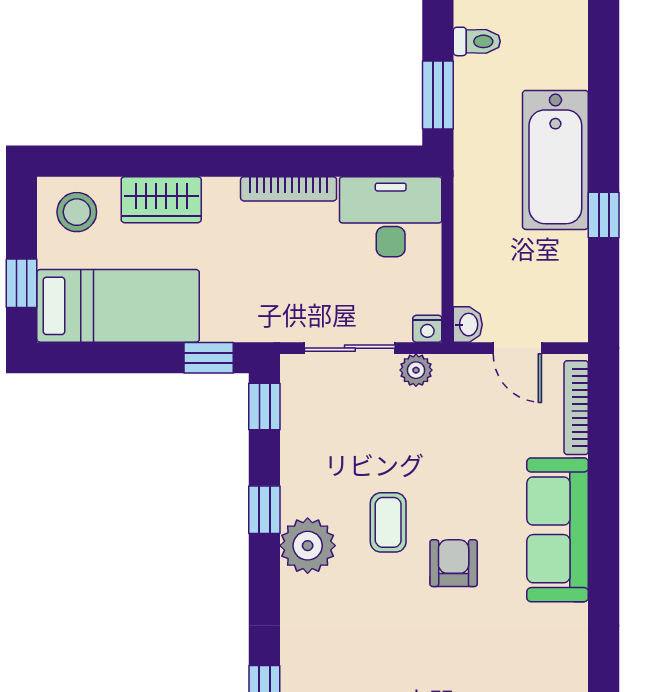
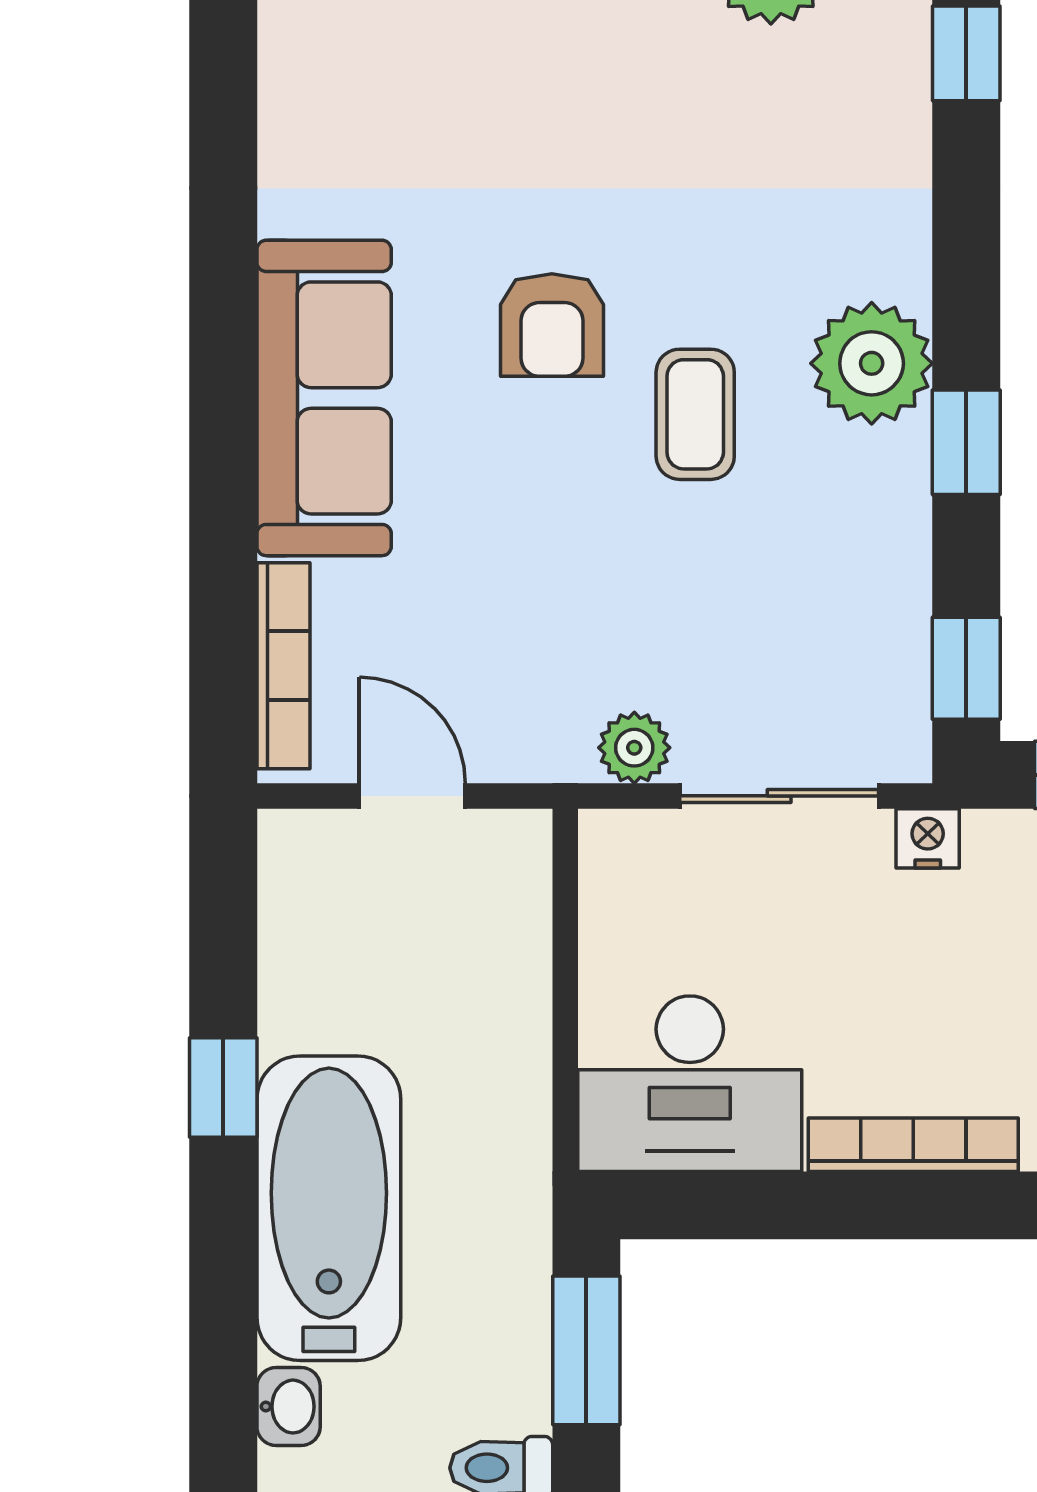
washbasin: (468, 325) -> (289, 1407), moved, turned 180
nightstand: (427, 329) -> (928, 838), moved

